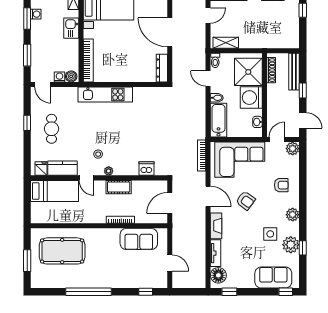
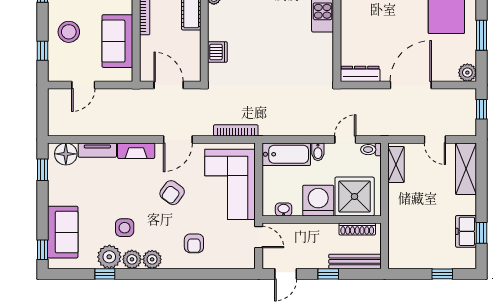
plant: (293, 149) -> (132, 259), moved
stool: (132, 273) -> (69, 32), added

